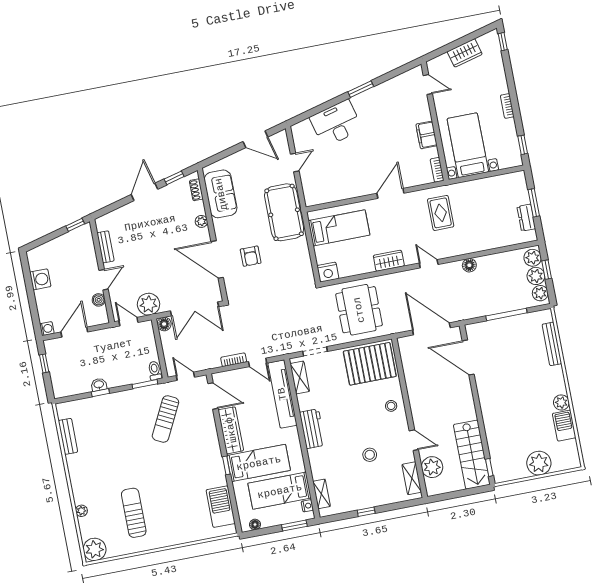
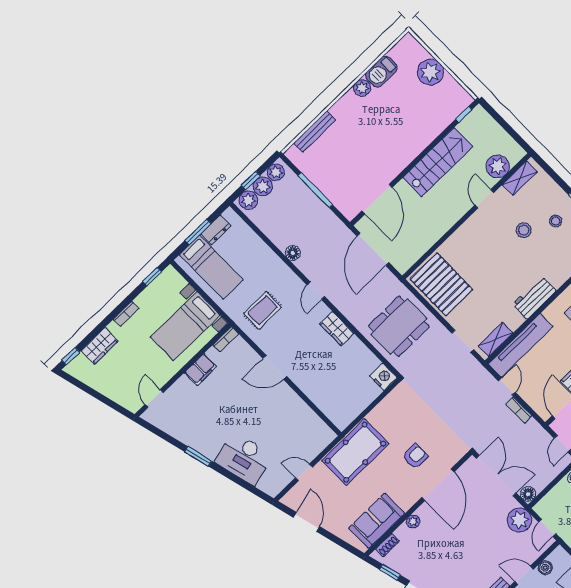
wardrobe: (465, 53) -> (100, 346), moved, turned 105
bed: (339, 228) -> (211, 267), moved, turned 180
stool: (391, 406) -> (556, 221), moved
stairs: (472, 455) -> (438, 162), moved

